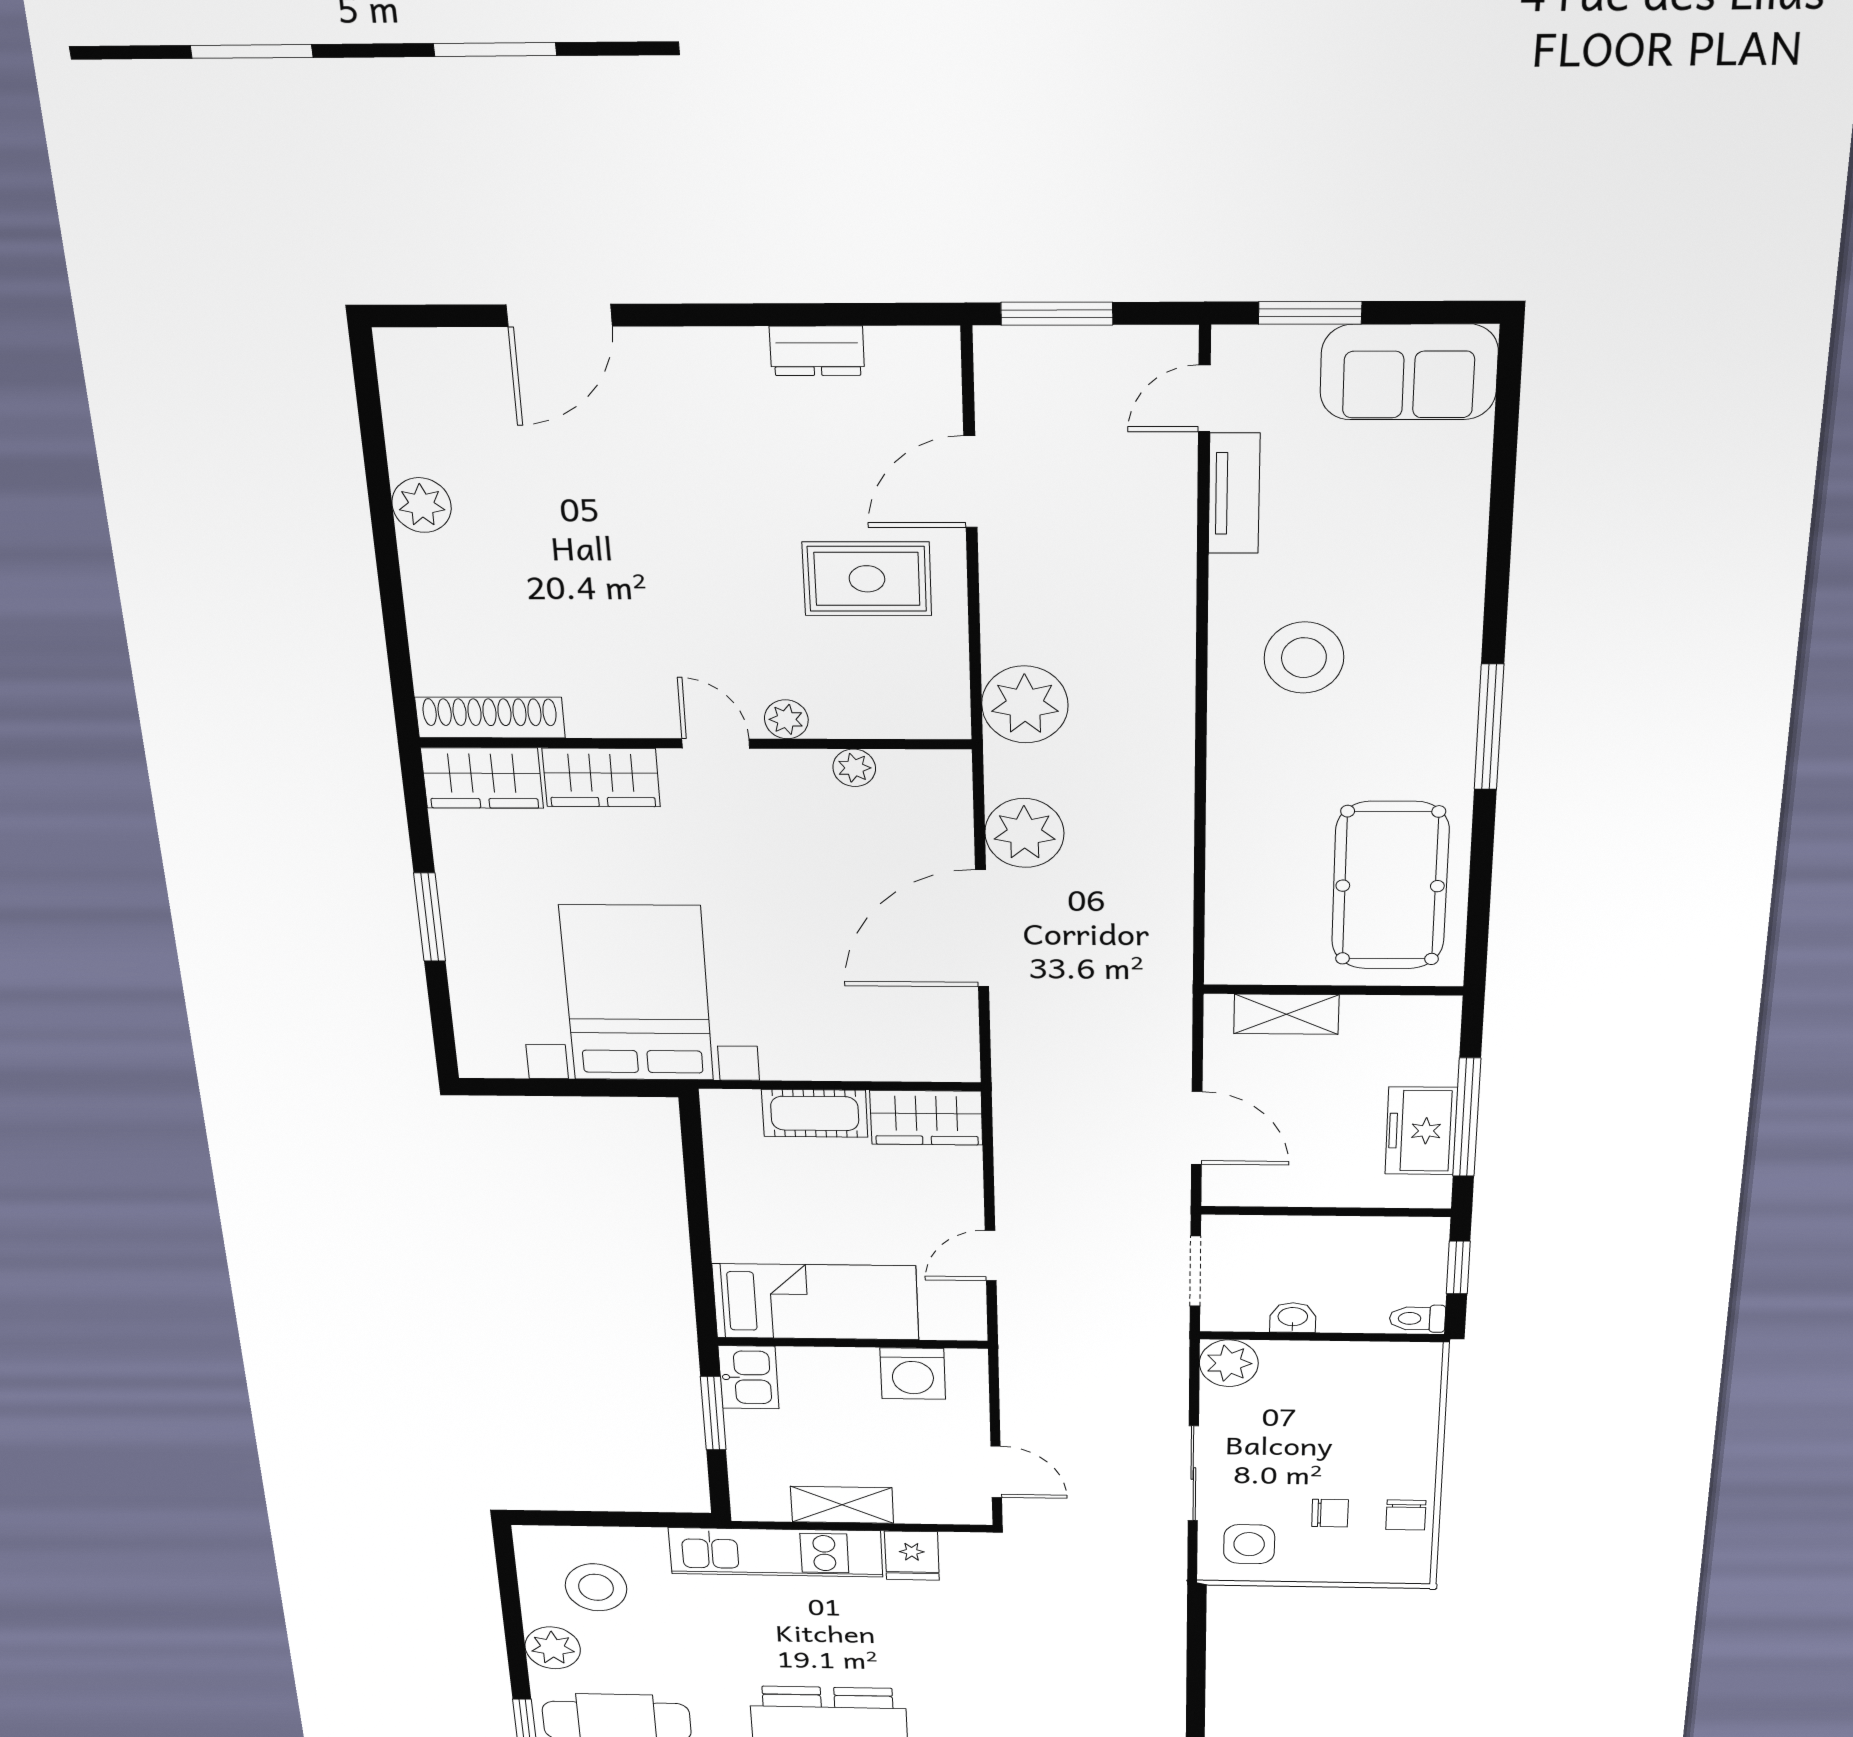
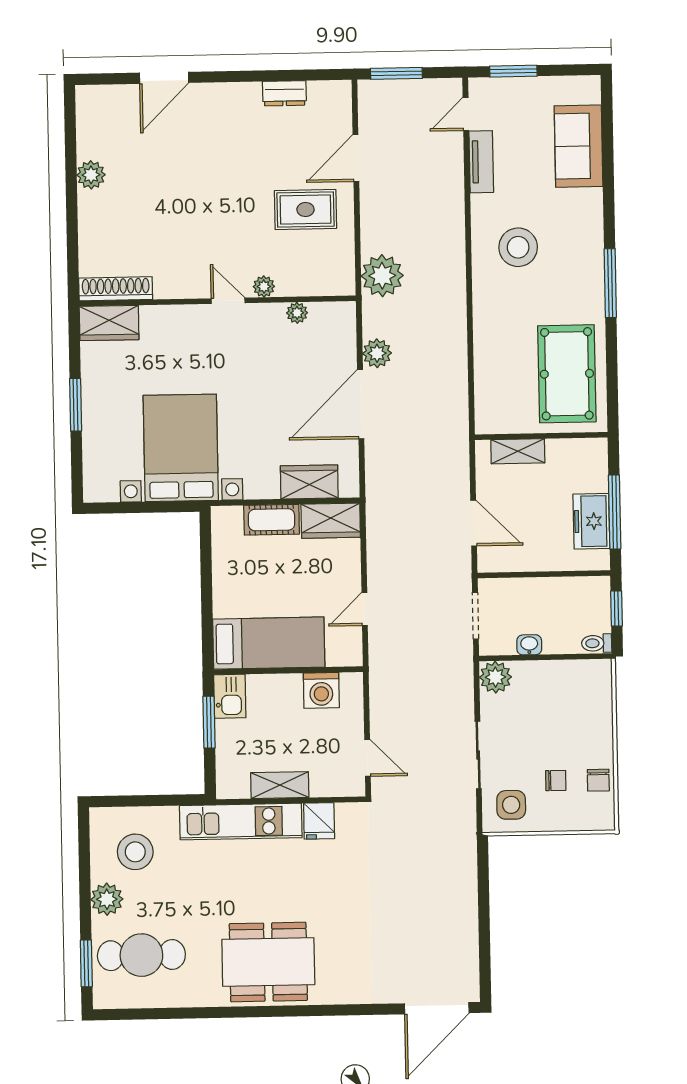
sofa: (1409, 372) -> (578, 146), moved, turned 90
wardrobe: (601, 777) -> (309, 482), moved, turned 180
plant: (1024, 833) -> (377, 353), width x0.73, depth x0.73

